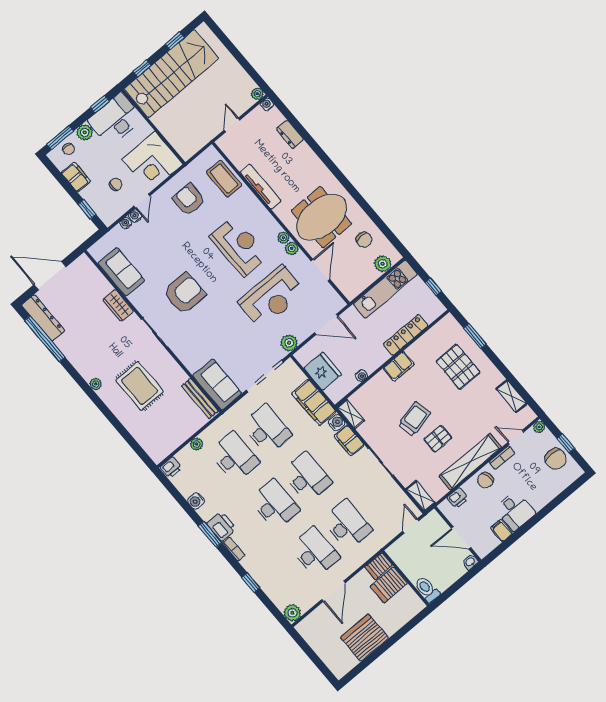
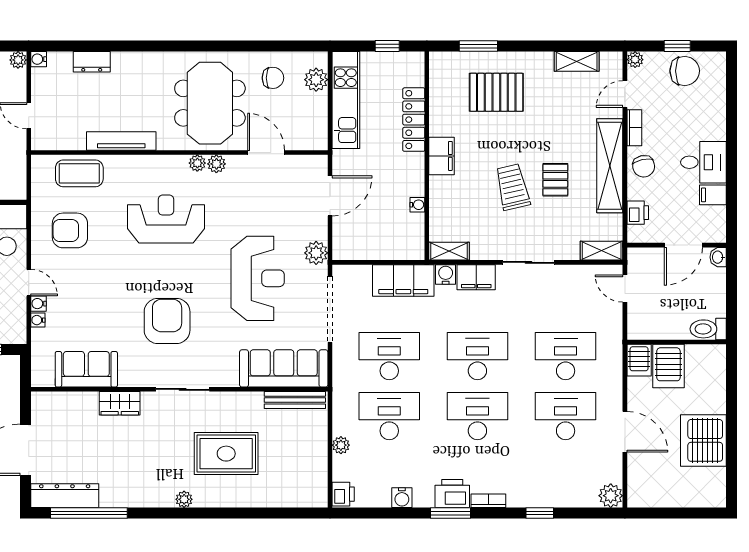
reception desk: (272, 297) -> (258, 278), moved
fridge: (323, 371) -> (377, 242), removed
sofa: (217, 384) -> (284, 368), width x1.36

